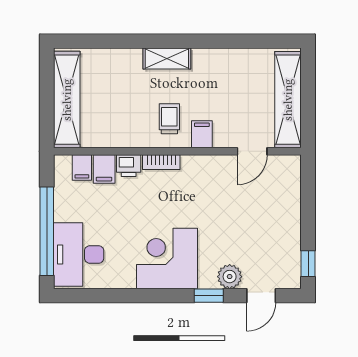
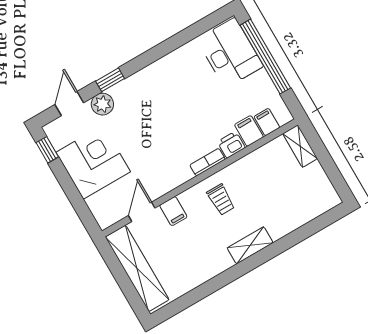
shelving: (67, 100) -> (300, 146), width x0.45, depth x0.75
filing cabinet: (202, 134) -> (173, 211), moved
corner desk: (167, 258) -> (93, 162), moved, turned -90

